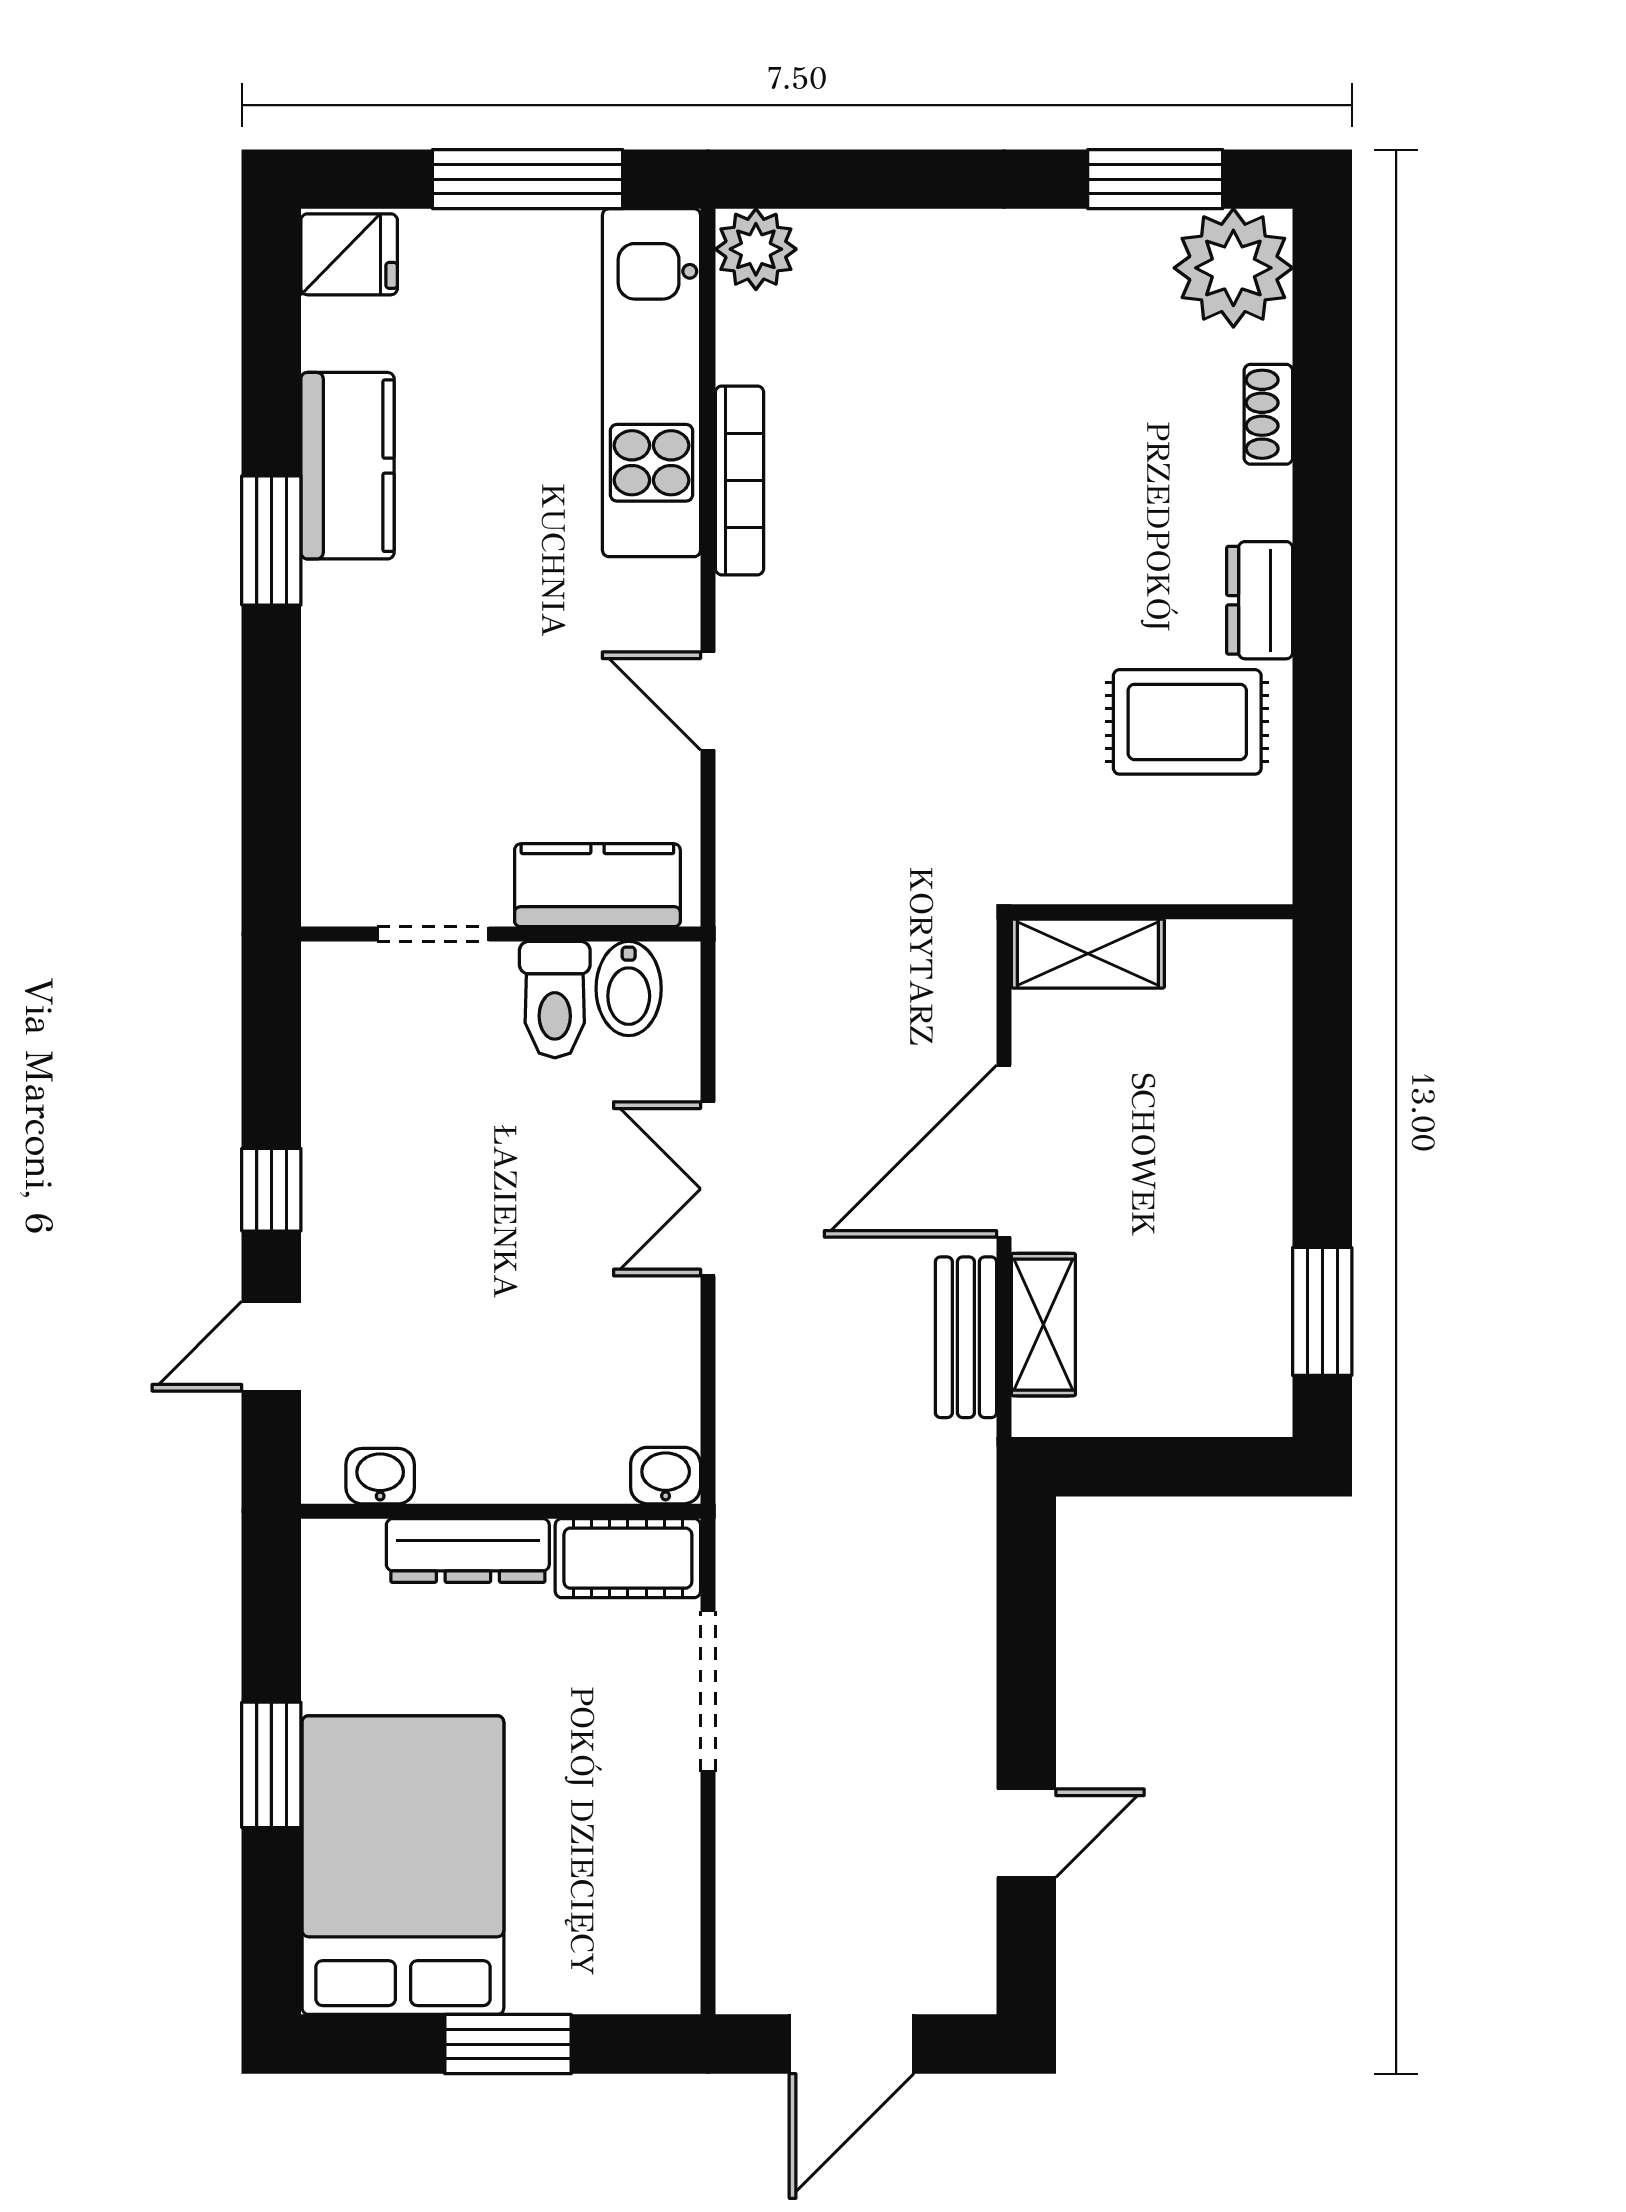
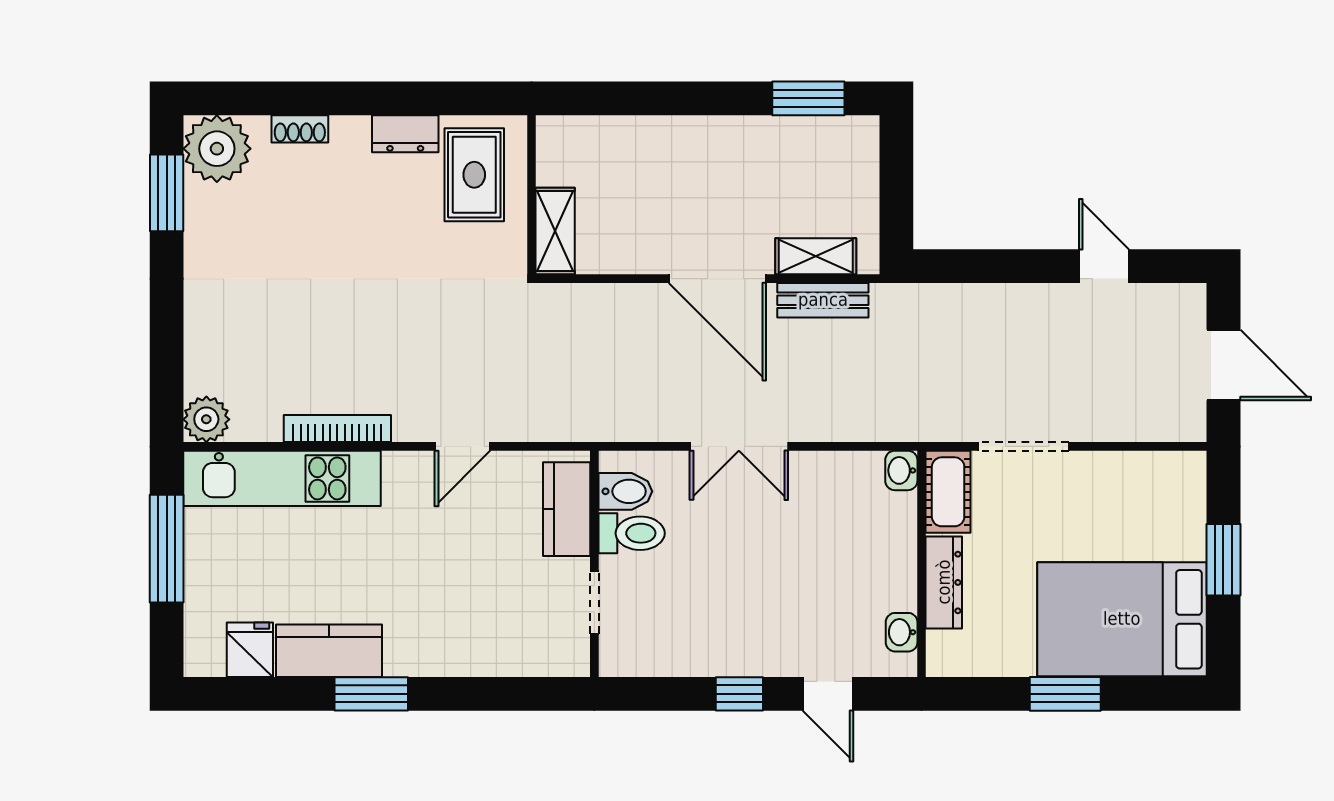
fridge: (349, 254) -> (250, 650), moved
wall: (1152, 912) -> (531, 195), moved
shelving: (1088, 954) -> (555, 231), moved

